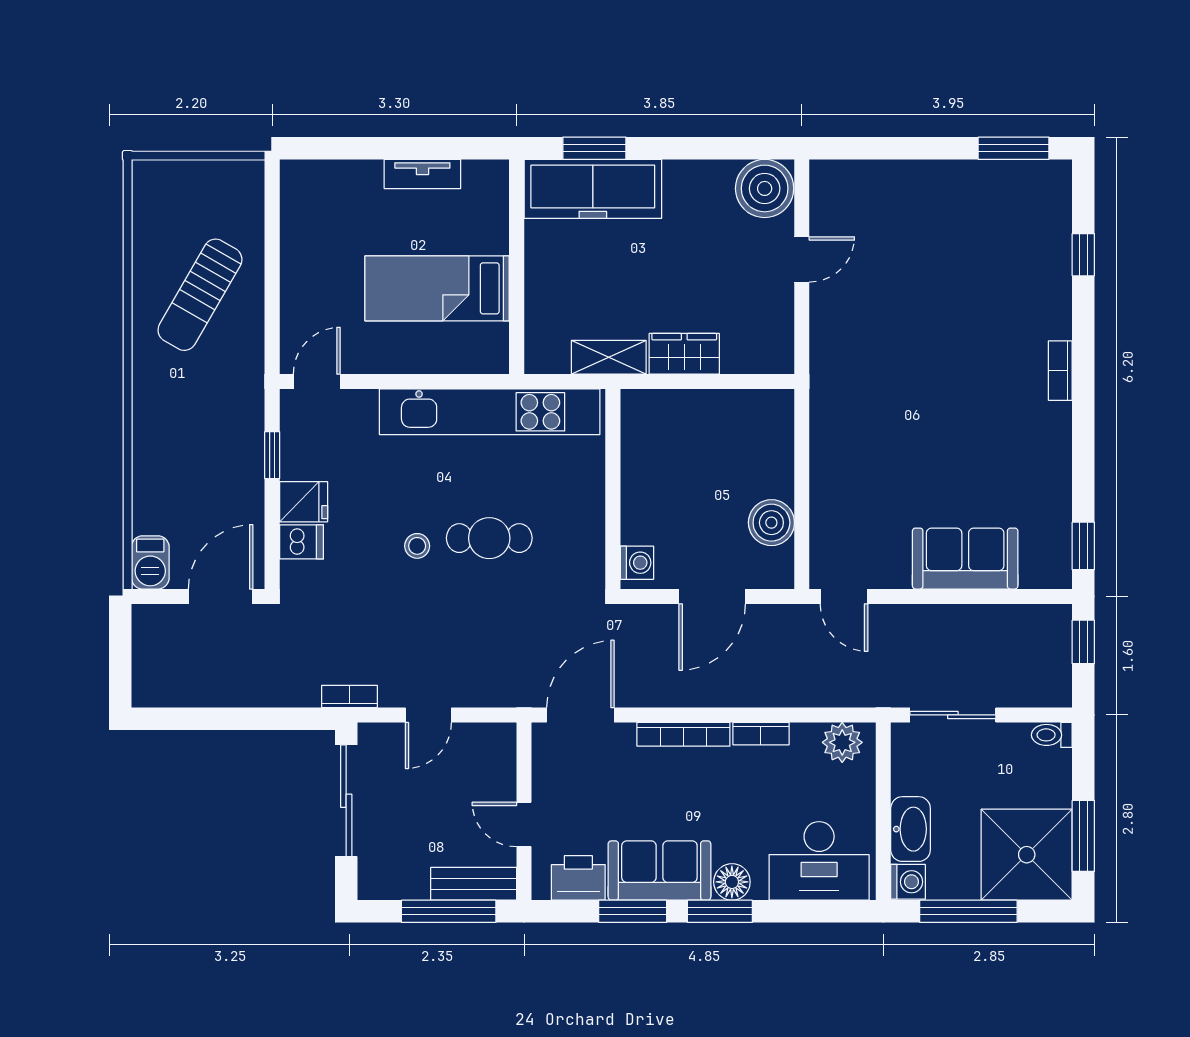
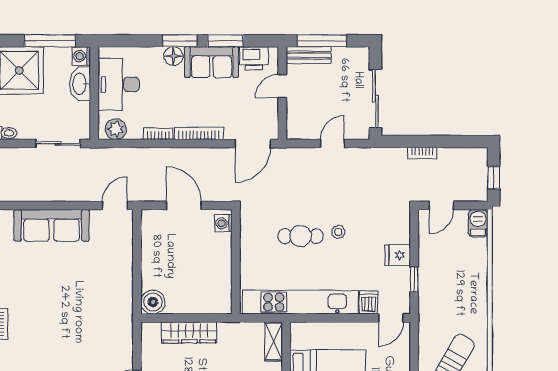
wardrobe: (684, 354) -> (189, 332), width x1.50
shelving: (609, 357) -> (274, 341), moved, turned 90
boiler: (771, 523) -> (153, 302), moved
dishwasher: (302, 542) -> (369, 303), moved, turned 90
sofa: (965, 559) -> (51, 225), width x1.36
door: (221, 596) -> (441, 206), width x0.73
door: (712, 596) -> (184, 206), hinge flipped
door: (844, 596) -> (115, 206), hinge flipped
window: (120, 650) -> (494, 178), added
bookcase: (349, 696) -> (422, 153), moved
door: (524, 824) -> (282, 86), swing flipped
desk: (819, 861) -> (119, 84), moved, turned -90

